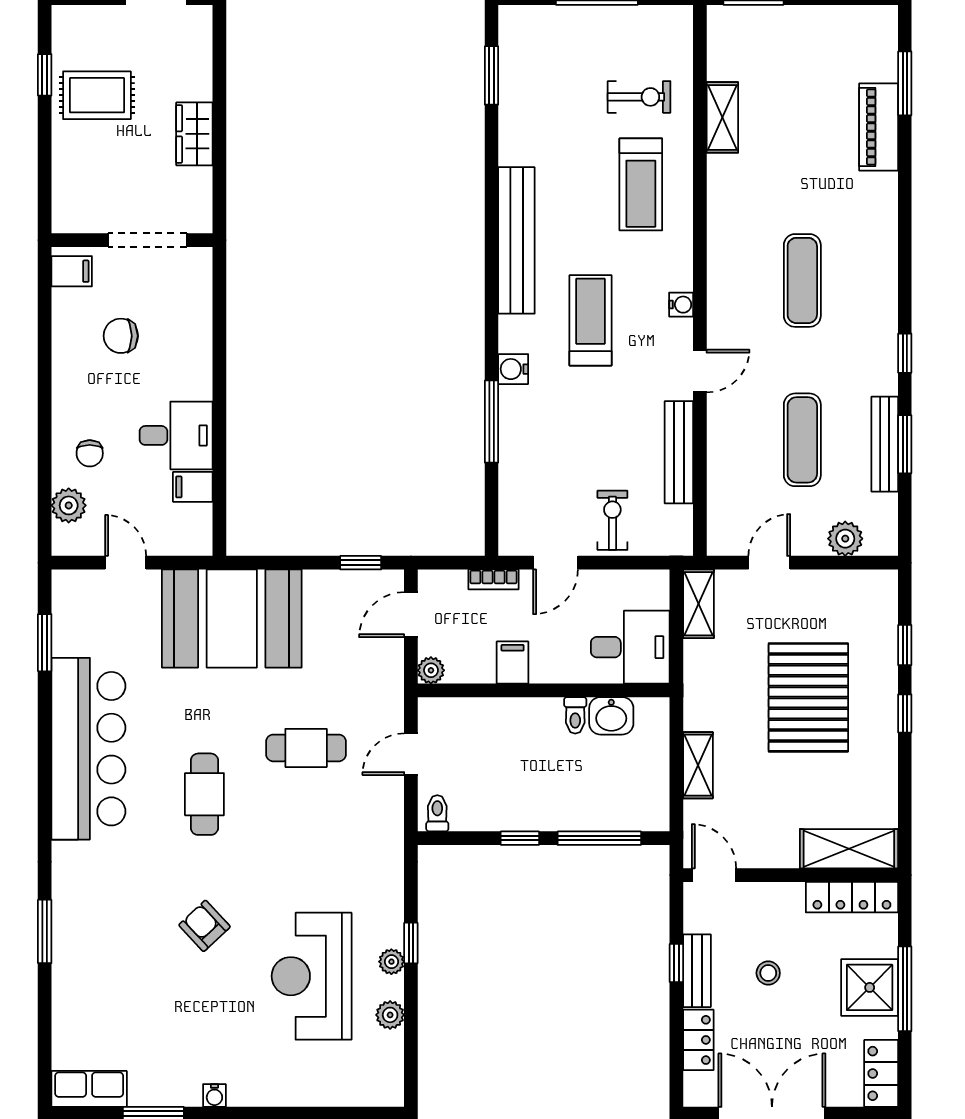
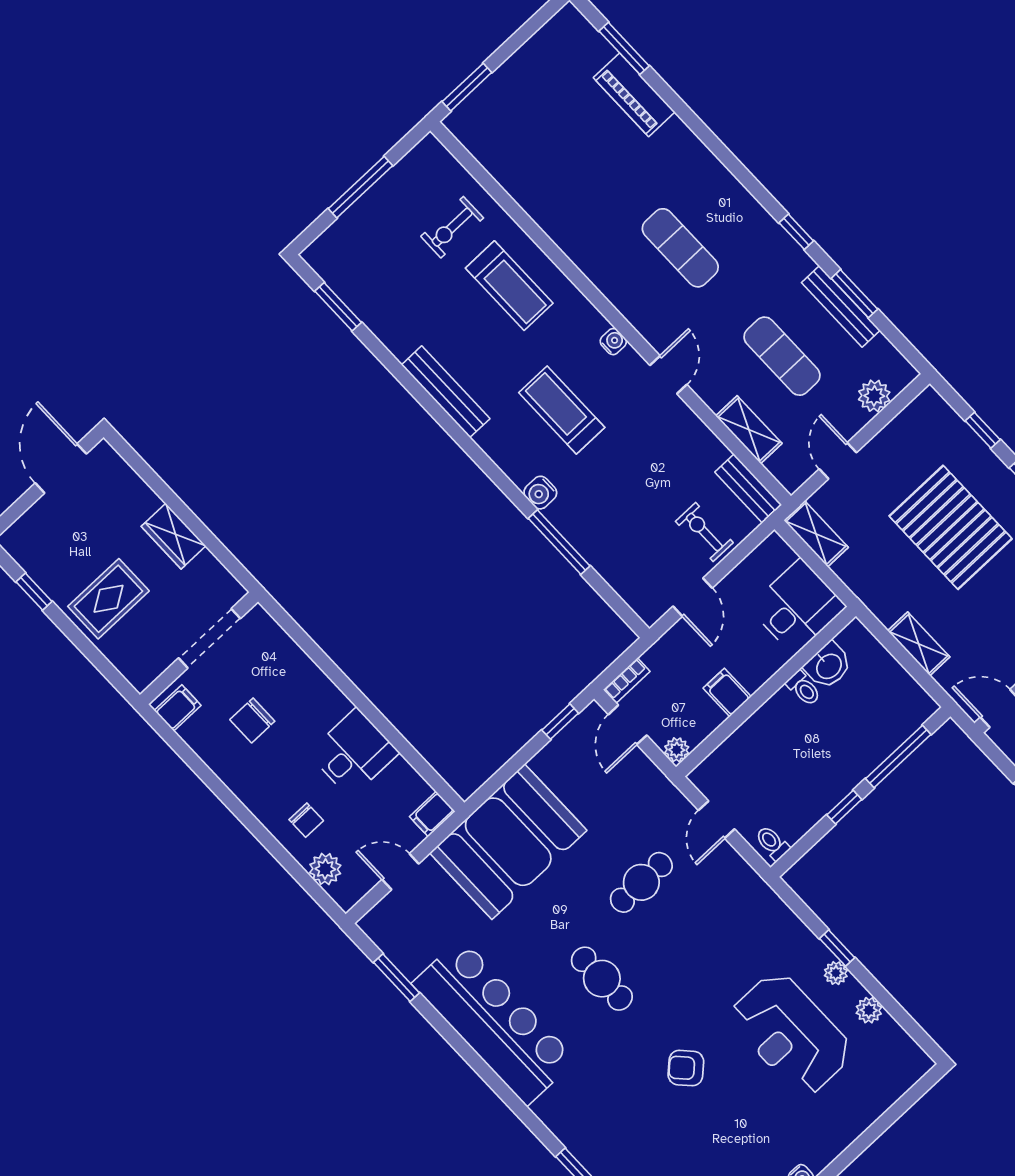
rug: (97, 95) -> (108, 599), moved
exercise bike: (639, 97) -> (452, 227), turned 180
shelving: (722, 117) -> (749, 430), moved
bench: (516, 240) -> (446, 392), width x0.73, depth x0.82
bench: (679, 452) -> (748, 488), moved, width x0.73
filing cabinet: (193, 487) -> (432, 814), moved
bookcase: (493, 579) -> (627, 681), moved

